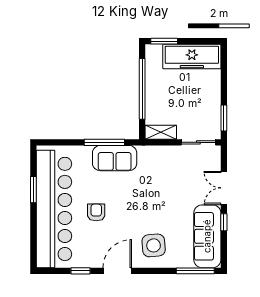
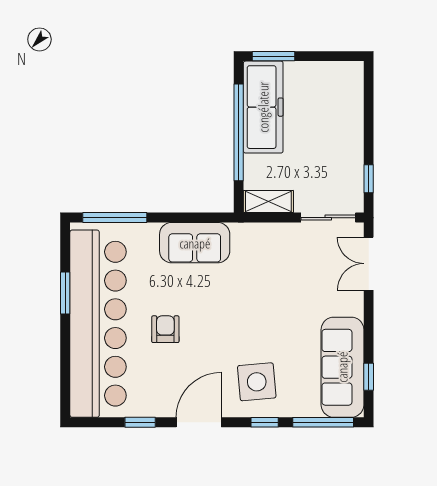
freezer: (192, 57) -> (263, 107), moved, turned -90
window: (224, 118) -> (369, 179), width x0.67
window: (104, 142) -> (115, 218), moved
double door: (224, 188) -> (369, 264), moved
window: (224, 222) -> (369, 377), moved
window: (158, 271) -> (265, 422), added

